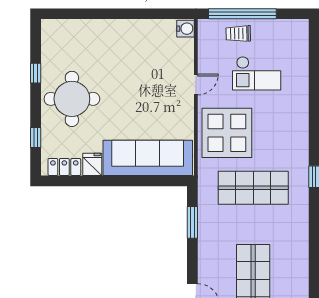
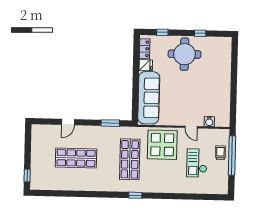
water cooler: (185, 29) -> (209, 121), moved

